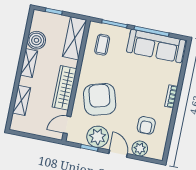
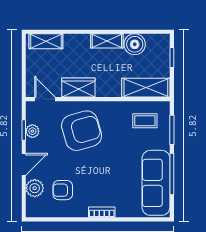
wardrobe: (65, 88) -> (78, 88), width x0.67
shelving: (22, 100) -> (46, 41), moved
plant: (98, 137) -> (32, 131), width x0.53, depth x0.53

